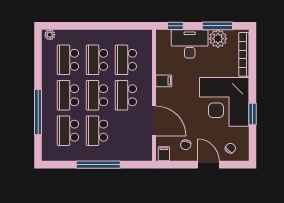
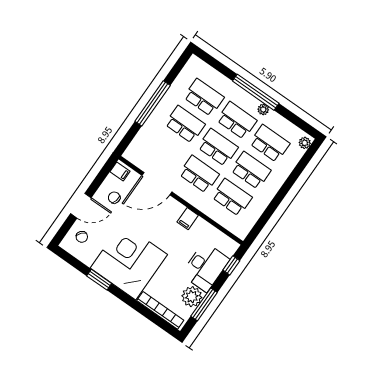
plant: (47, 82) -> (263, 109), added
window: (38, 112) -> (256, 92), moved

